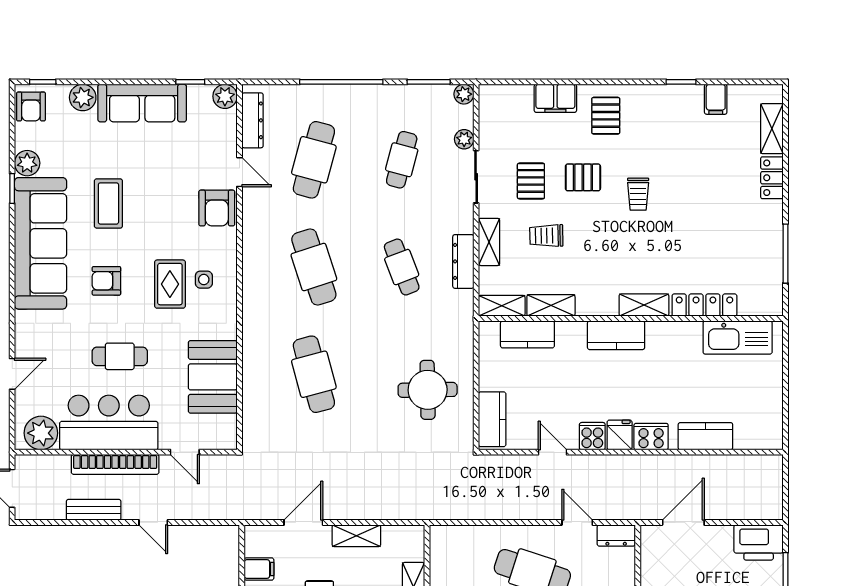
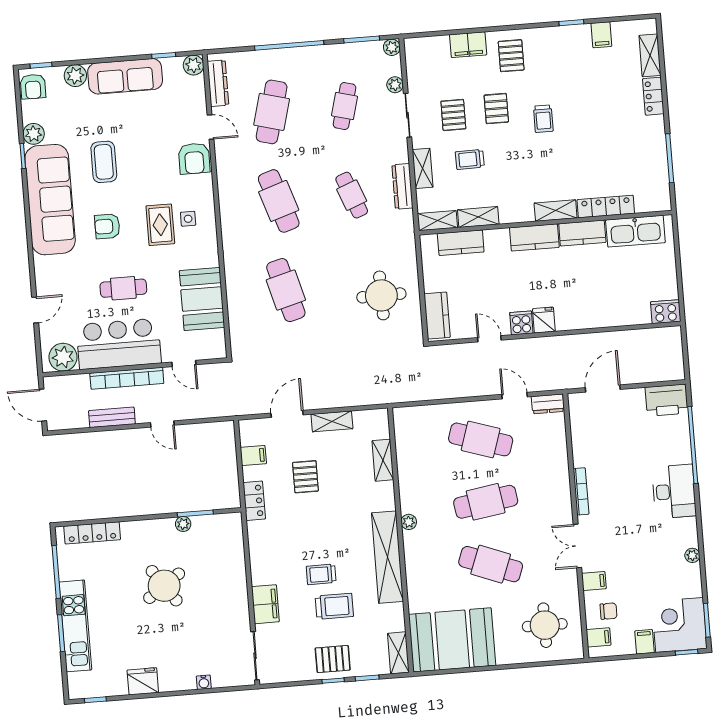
pallet: (583, 177) -> (496, 109), turned 90
kitchen counter: (705, 436) -> (582, 233), moved, turned 180
cooker: (651, 437) -> (666, 312), moved

